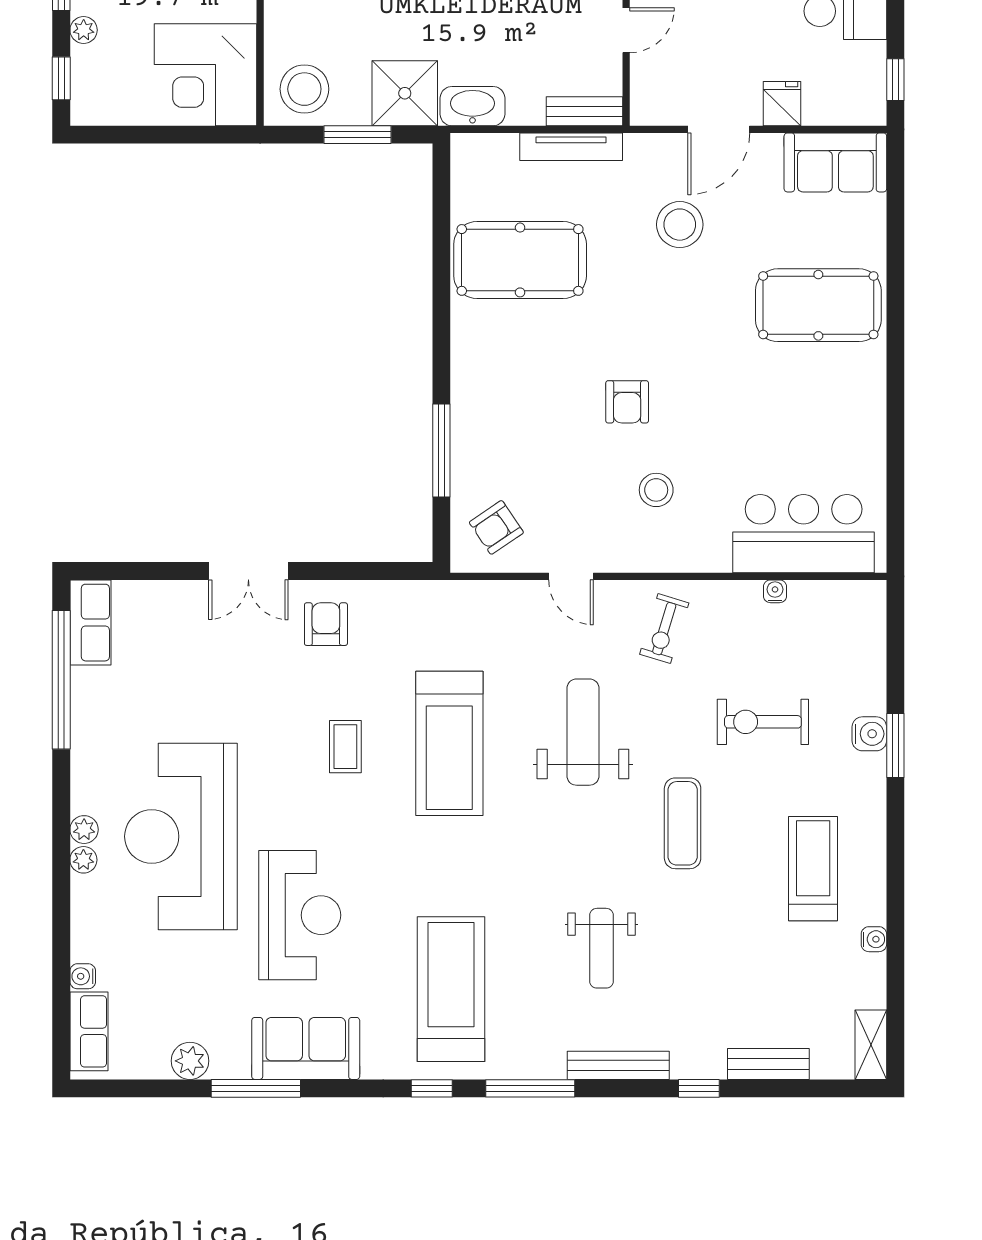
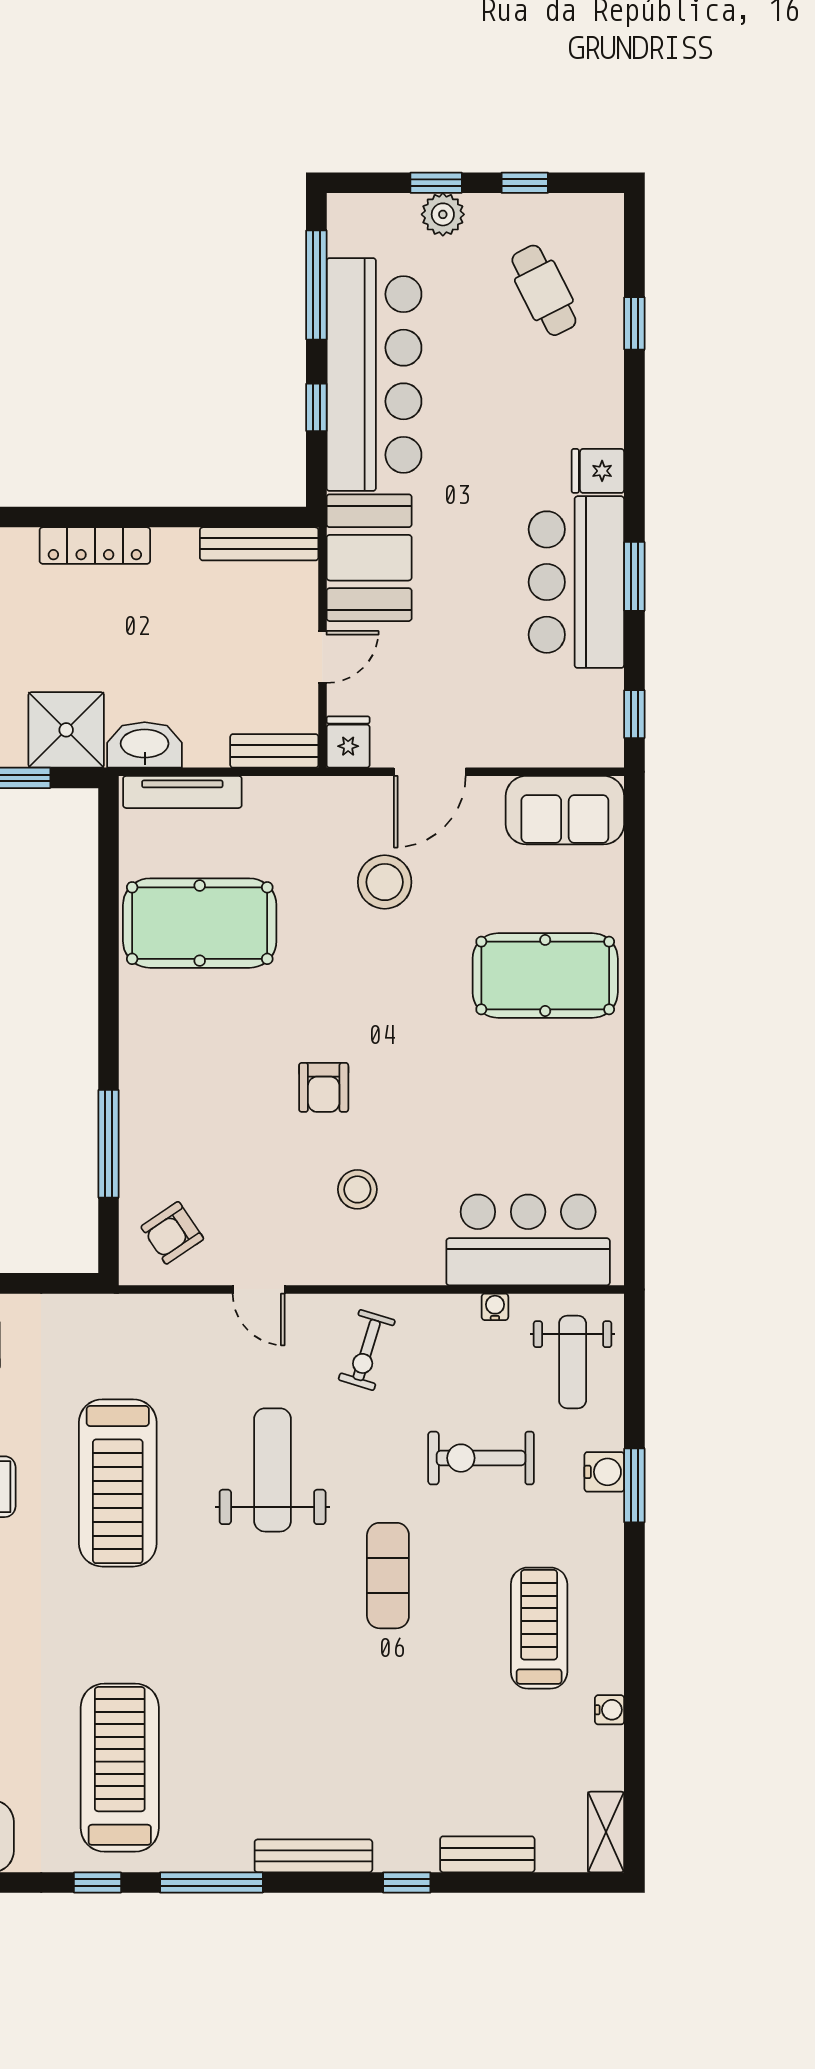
fridge: (782, 104) -> (348, 742), moved
tv unit: (571, 147) -> (182, 792), moved
weight bench: (601, 948) -> (573, 1362), moved

